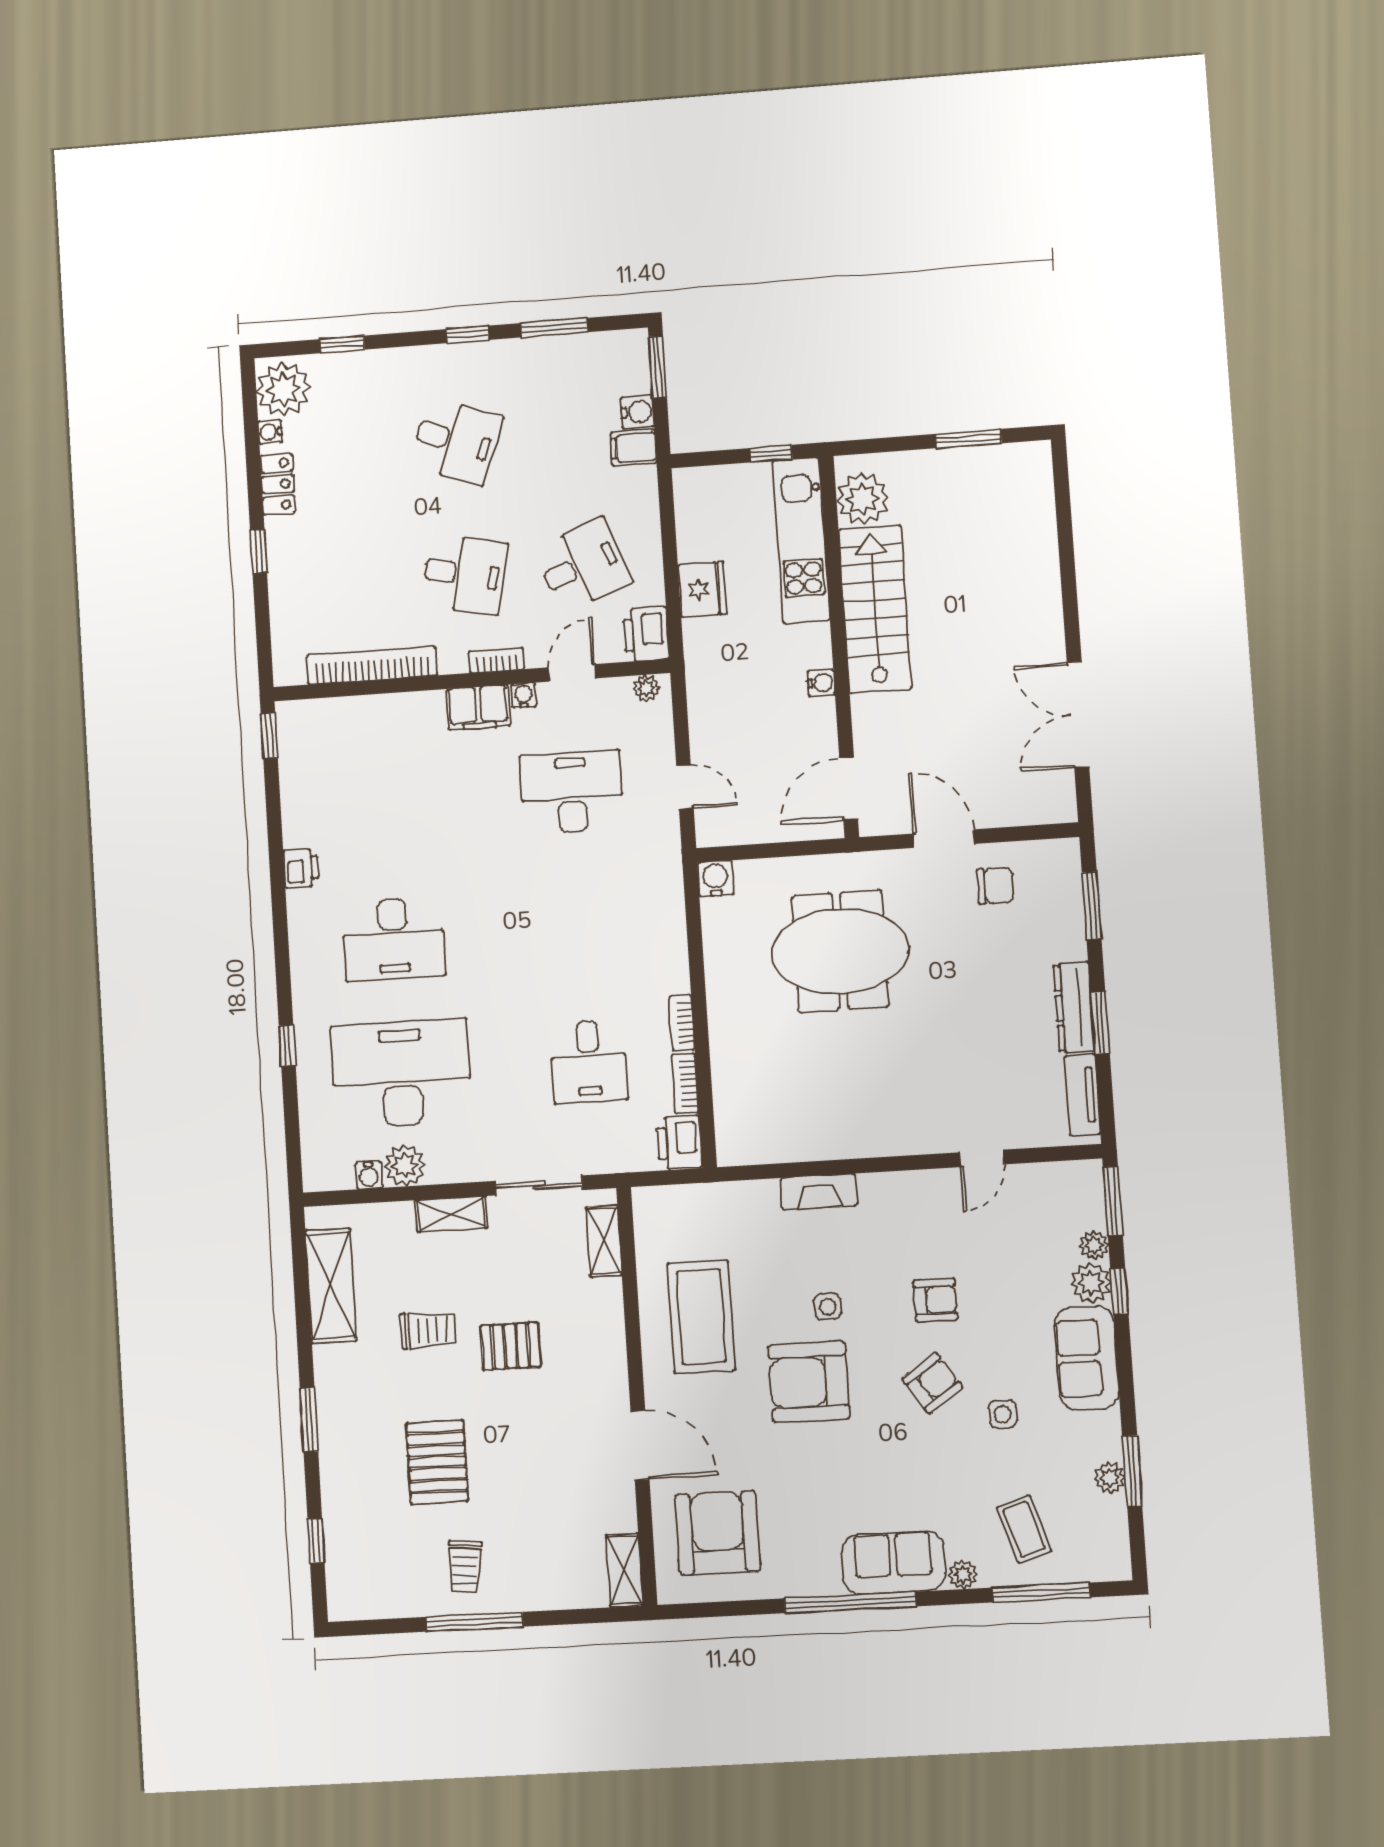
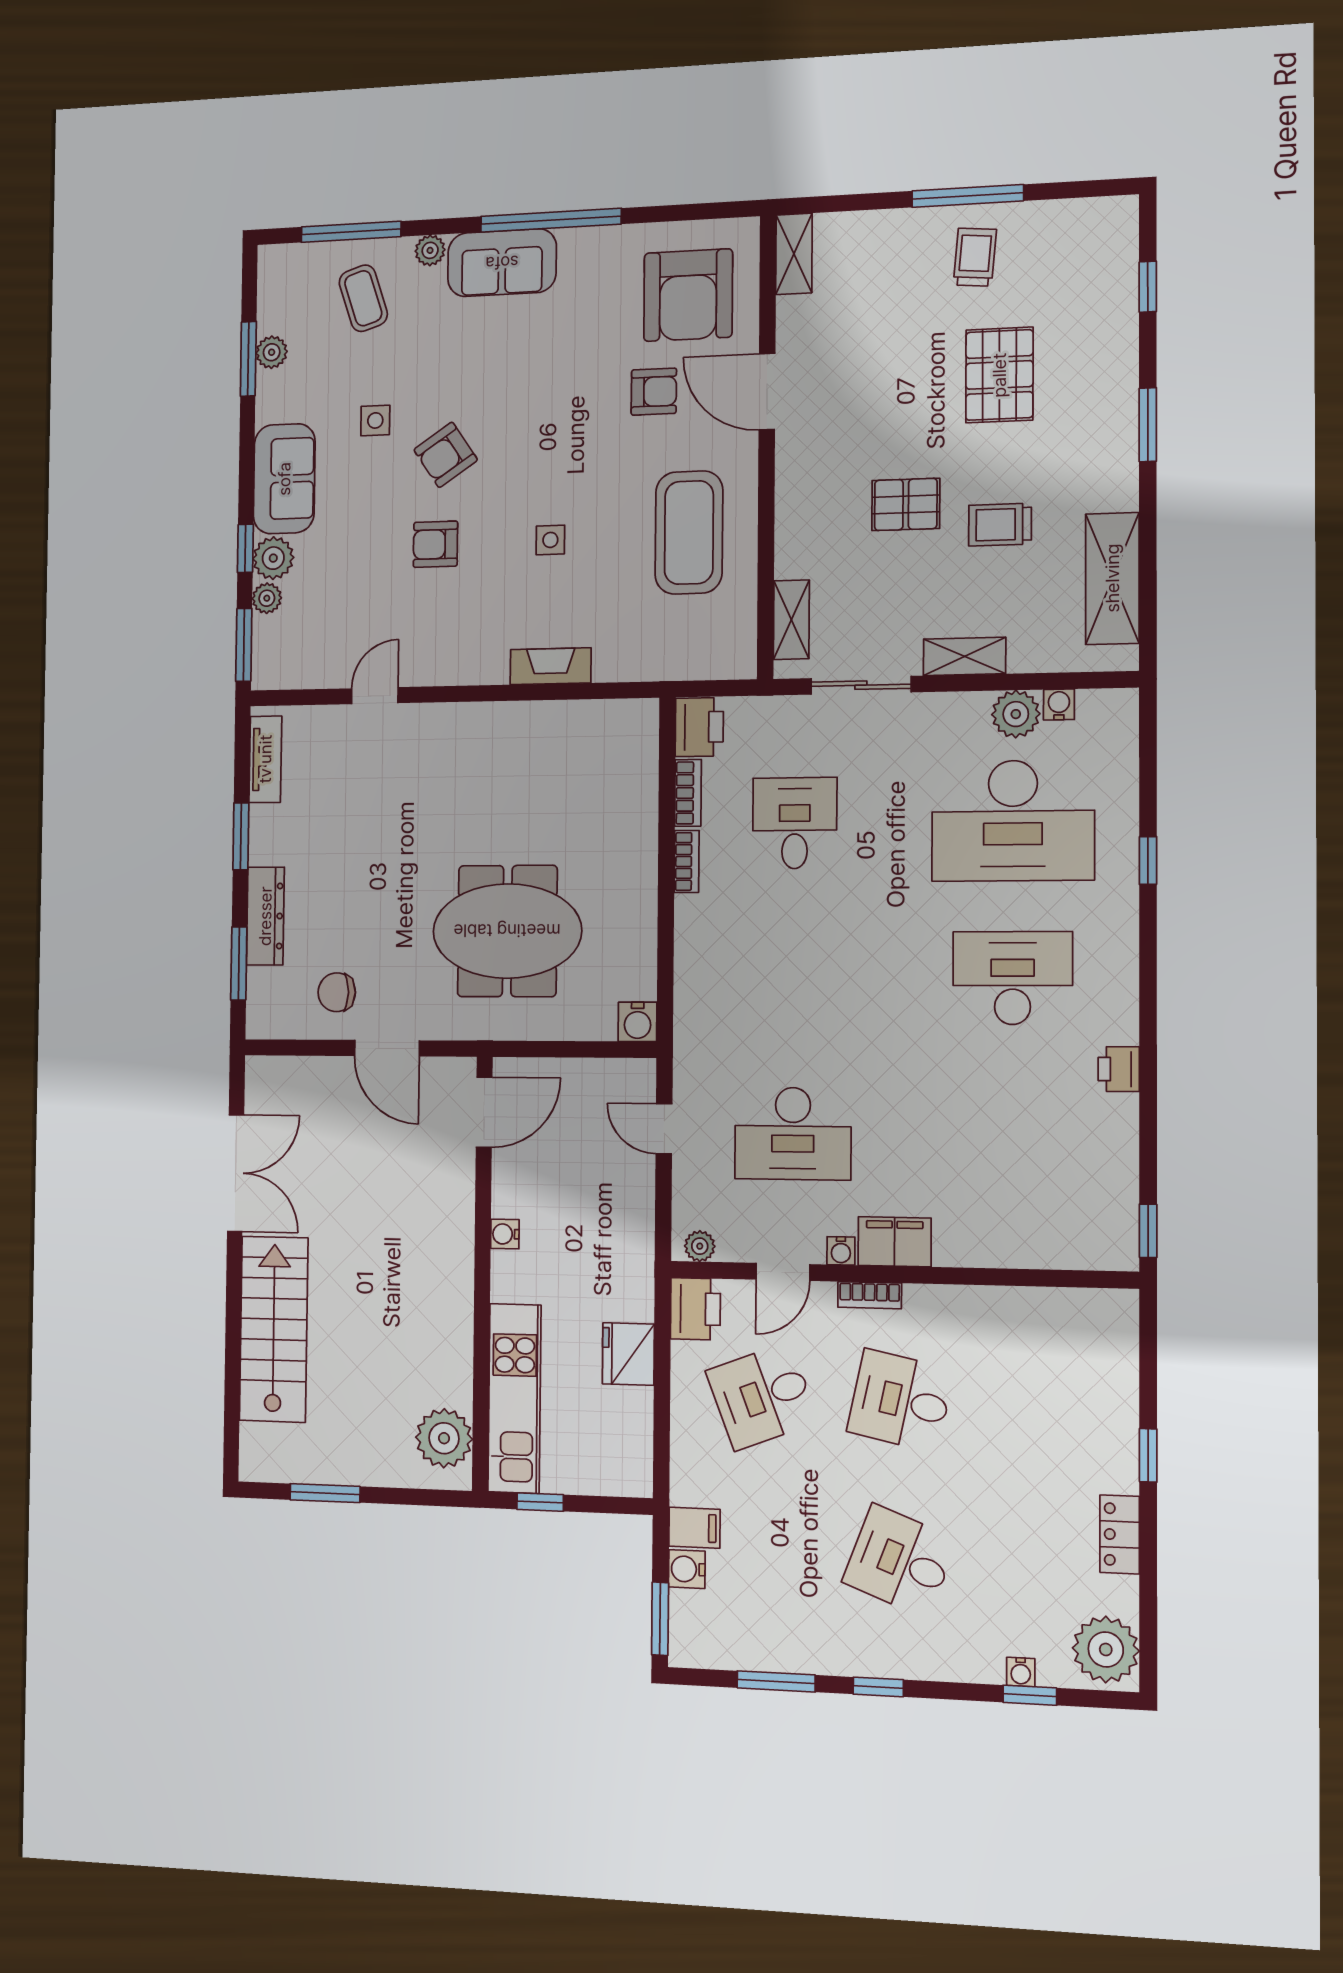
water cooler: (270, 432) -> (1021, 1672), moved, turned 90
stairs: (875, 609) -> (274, 1329), moved, turned 180
bookcase: (372, 665) -> (1018, 1304), removed
dresser: (1074, 1007) -> (265, 916), moved
armchair: (809, 1382) -> (654, 392), moved, width x0.53, depth x0.53

